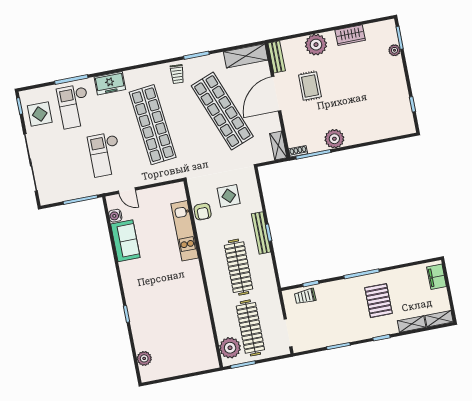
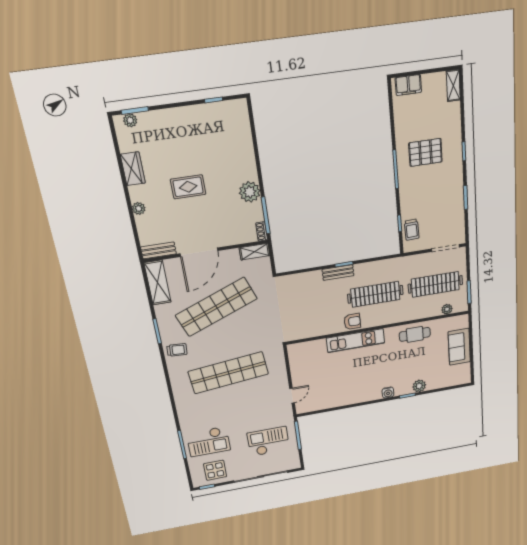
plant: (316, 45) -> (139, 208), width x0.53, depth x0.53
plant: (394, 50) -> (130, 120), moved
freezer: (110, 83) -> (186, 411), removed
rug: (310, 86) -> (188, 187), moved
door: (276, 94) -> (199, 252), hinge flipped
checkout: (105, 154) -> (268, 441), moved, turned 180
display table: (229, 196) -> (304, 302), removed
armchair: (203, 212) -> (352, 322), moved
water cooler: (115, 216) -> (388, 393), moved
kitchen unit: (185, 231) -> (356, 341), moved
bench: (261, 233) -> (338, 273), width x0.73
sofa: (125, 241) -> (459, 347), moved, turned -90
cafe table: (196, 313) -> (415, 334), added
shelving: (412, 324) -> (455, 117), removed
plant: (230, 348) -> (447, 309), width x0.53, depth x0.53
plant: (144, 358) -> (419, 386), moved

